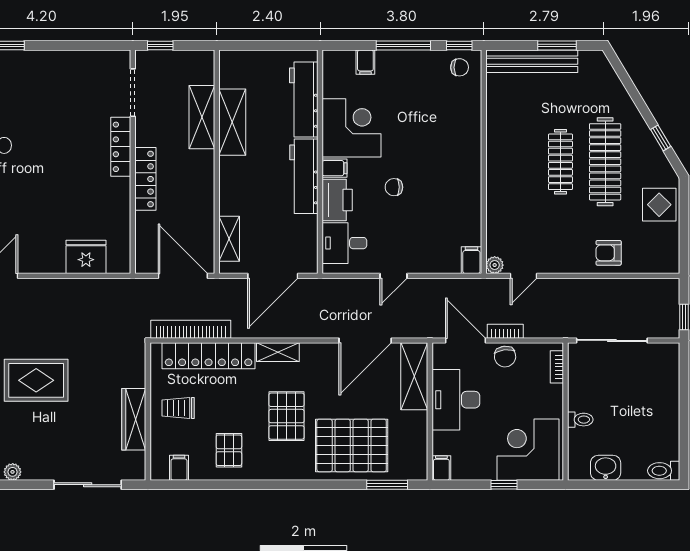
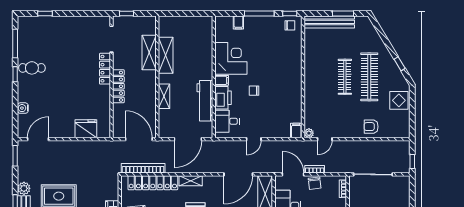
workbench: (304, 100) -> (205, 43), removed
workbench: (304, 176) -> (205, 101), moved
shelving: (229, 239) -> (164, 96), moved

